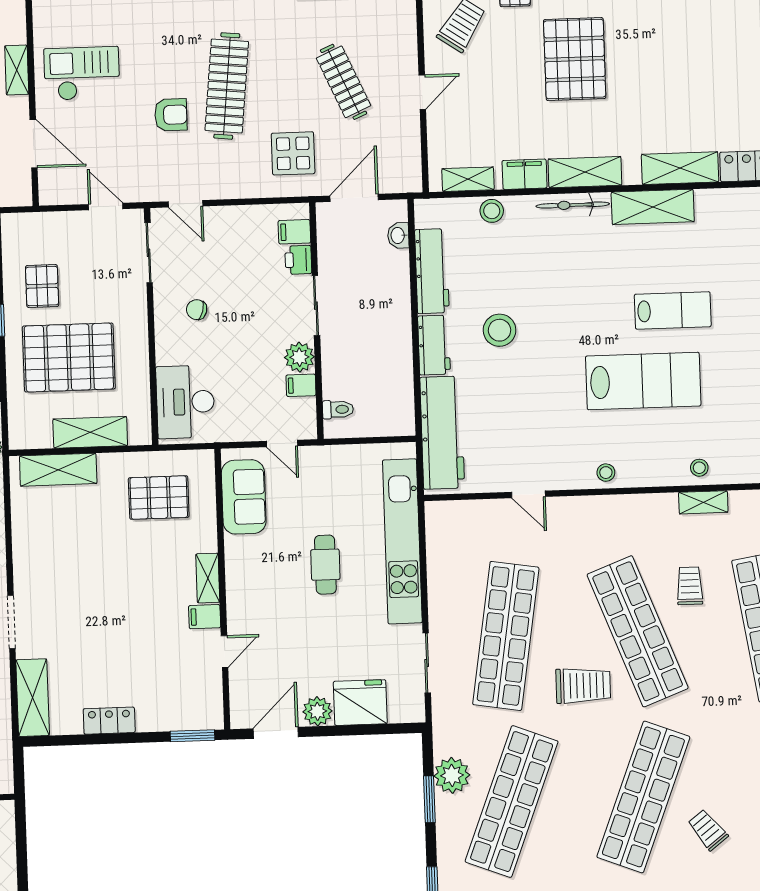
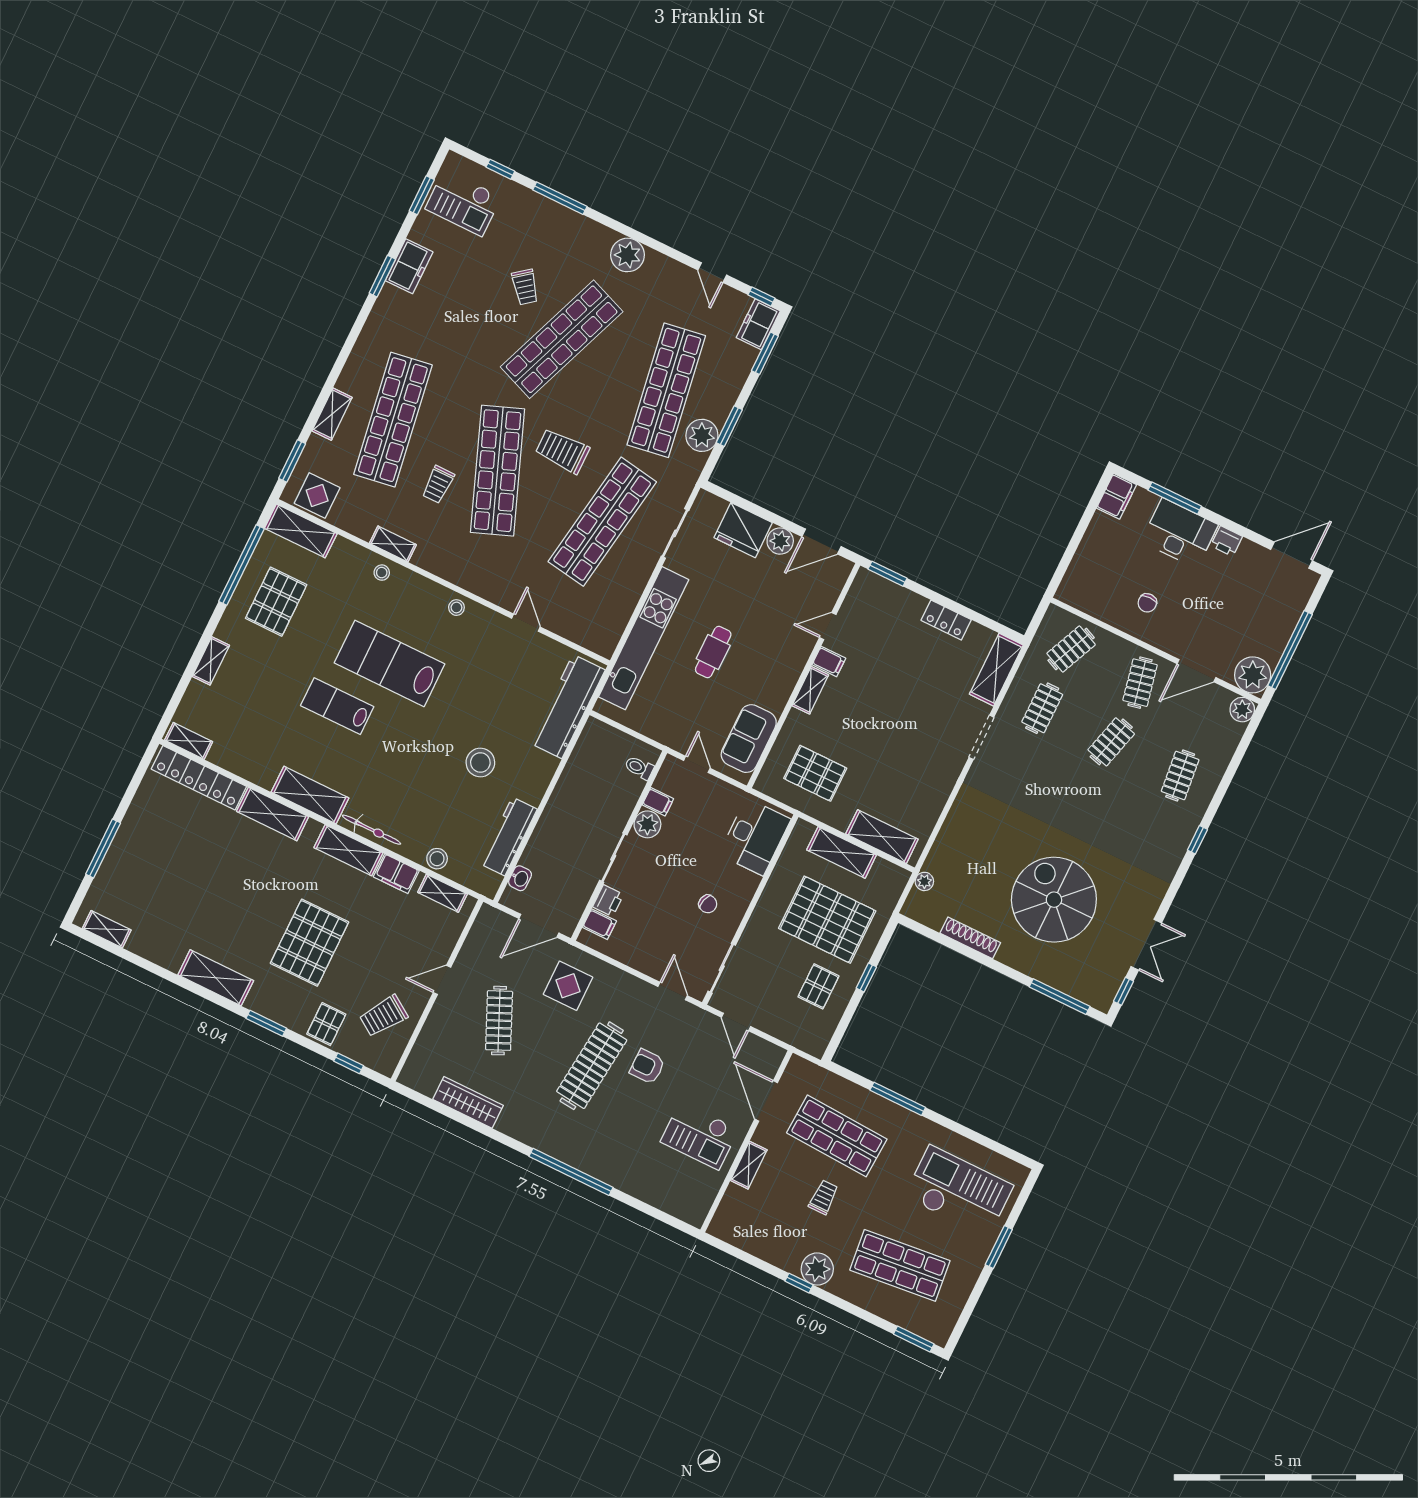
workbench: (434, 345) -> (538, 778), removed
shop shelf: (512, 802) -> (666, 390), turned -30

